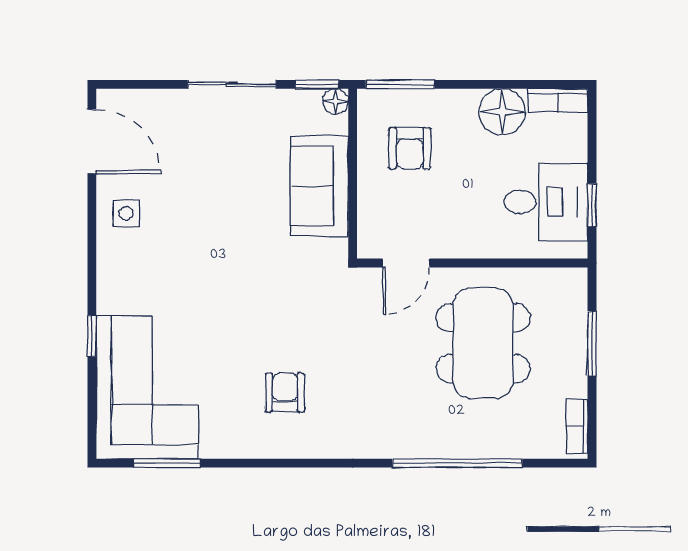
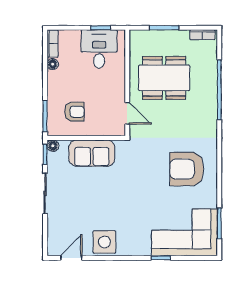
floor lamp: (502, 112) -> (53, 64), width x0.53, depth x0.53
door: (92, 141) -> (71, 258), width x0.73
side table: (126, 213) -> (104, 242), width x1.87, depth x1.87
armchair: (285, 392) -> (187, 169), width x1.88, depth x1.88

